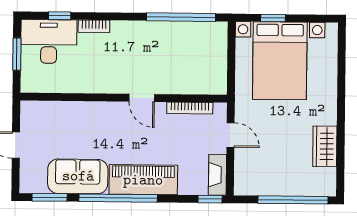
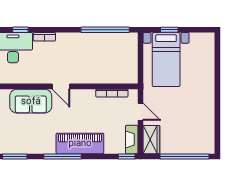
bed with nightstands: (280, 61) -> (166, 60), width x0.73
door: (142, 98) -> (61, 86), moved
wardrobe: (325, 146) -> (151, 140), moved, turned 180
sofa: (78, 176) -> (31, 101), moved, turned 180
window: (118, 198) -> (63, 156), width x0.68

